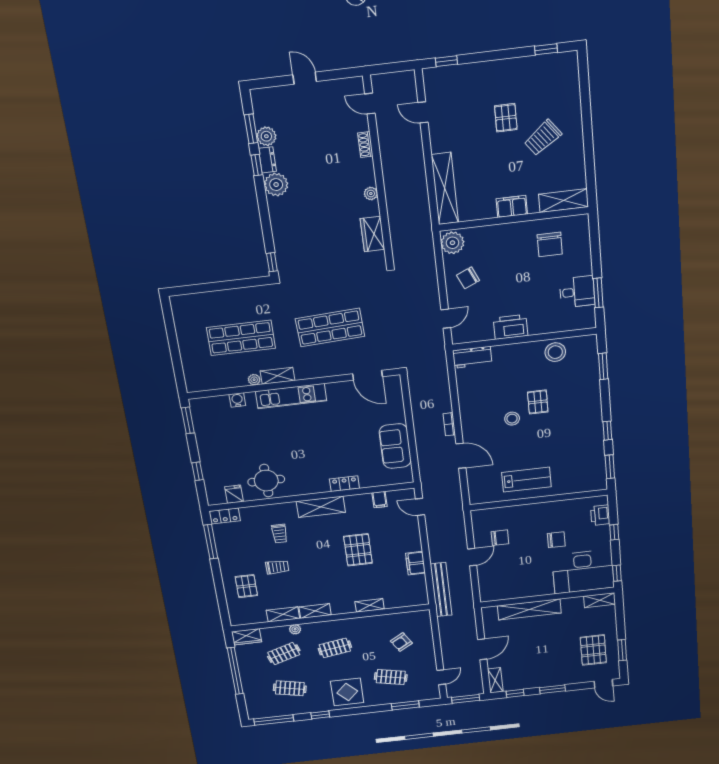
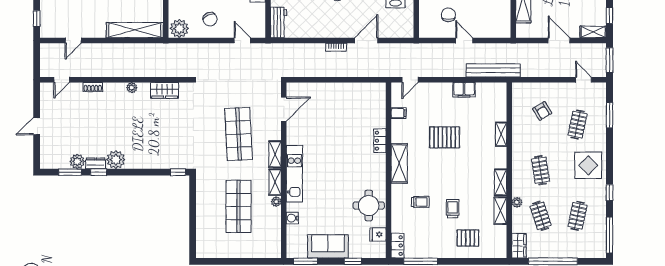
shelving: (311, 372) -> (275, 154), added
sofa: (395, 446) -> (328, 246), moved, turned 180

